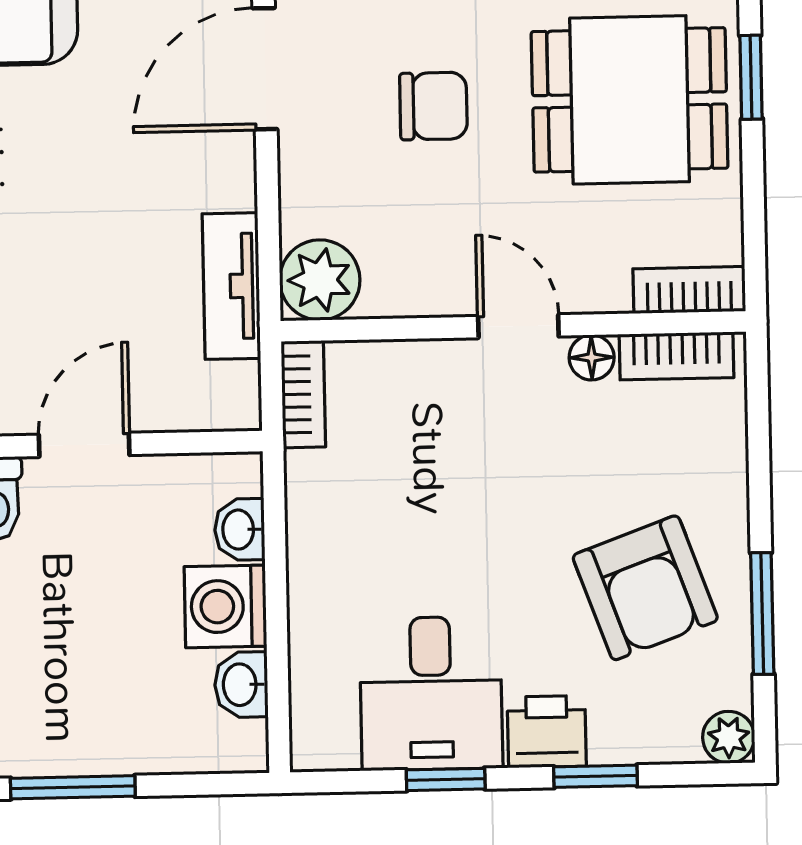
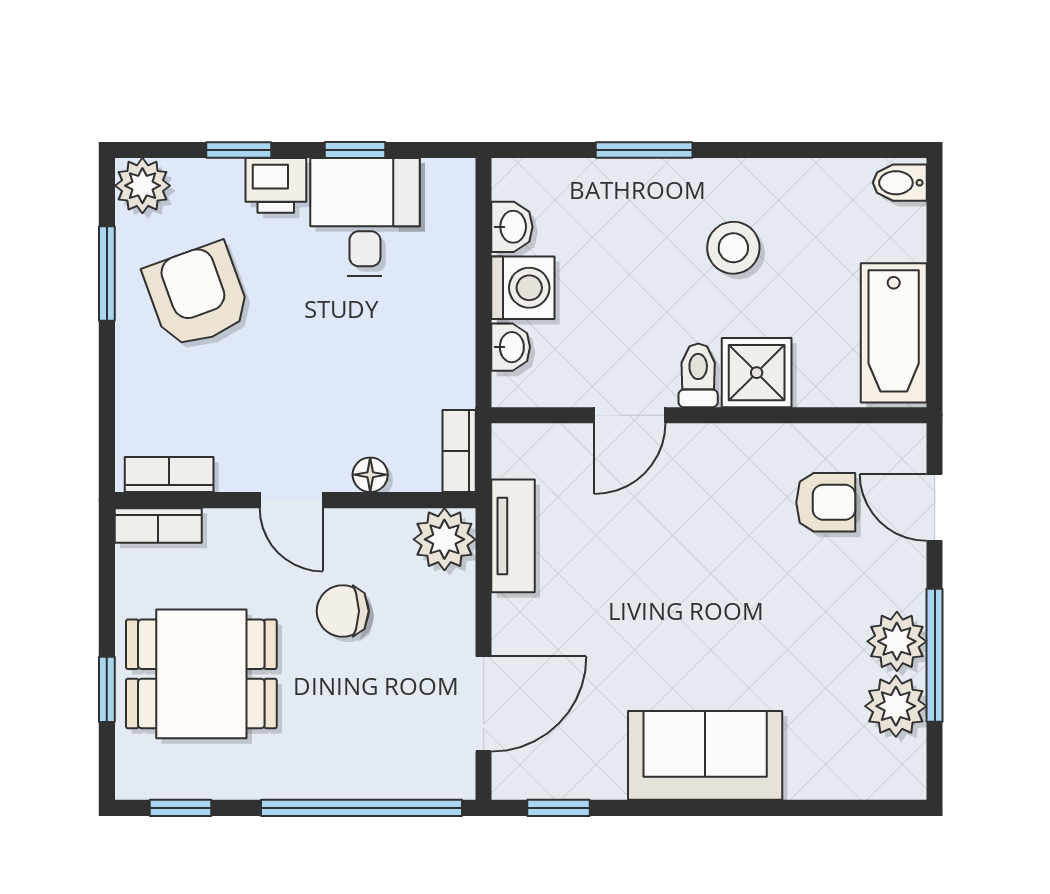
chair: (433, 106) -> (343, 611), moved
floor lamp: (592, 357) -> (370, 475), moved
plant: (729, 737) -> (142, 186), width x1.38, depth x1.38

